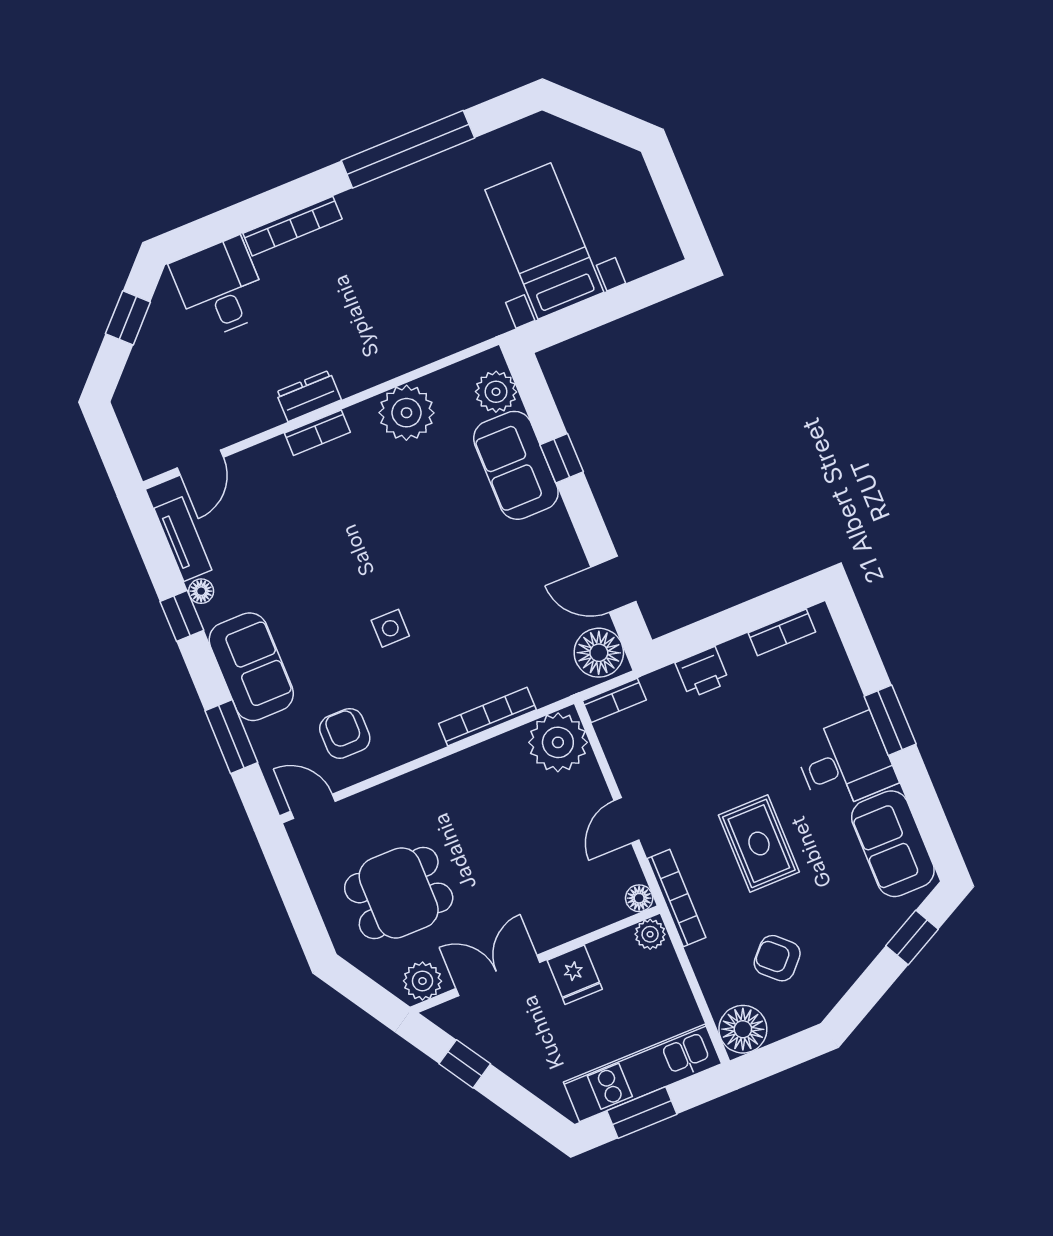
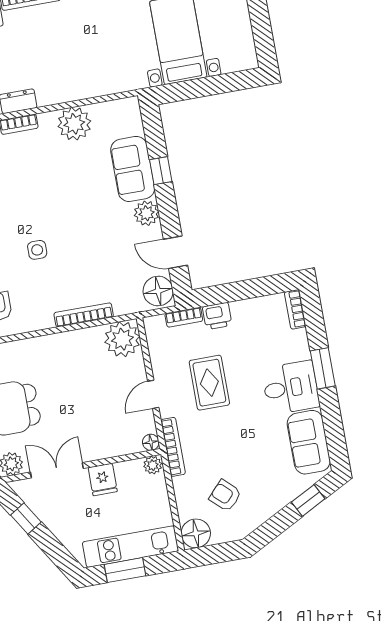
plant: (496, 392) -> (147, 213), moved
bookcase: (782, 632) -> (295, 309), moved, turned 90
bookcase: (614, 700) -> (184, 317), moved
rug: (759, 844) -> (209, 383), moved

